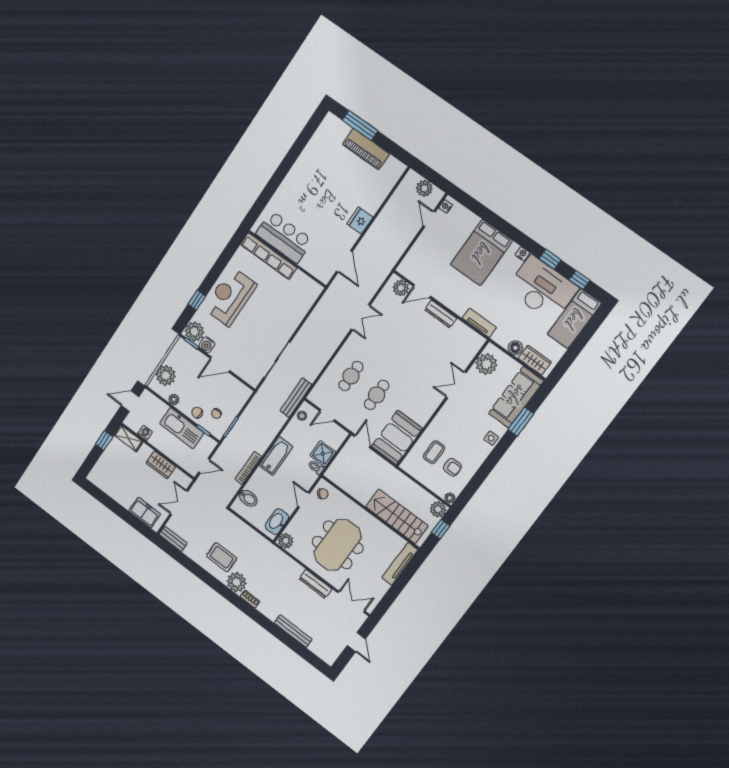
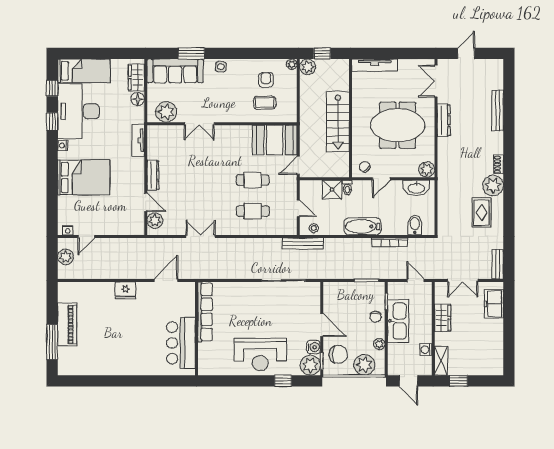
row of seats: (269, 256) -> (205, 312), moved
chair: (216, 414) -> (338, 354), moved, width x1.87, depth x1.87
stairs: (397, 516) -> (338, 122), moved

